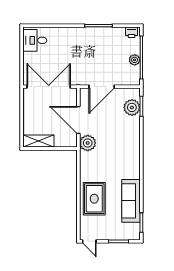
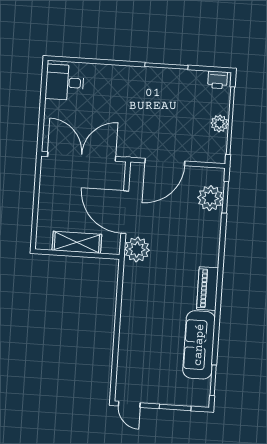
shelving: (38, 141) -> (77, 242), moved
piano: (134, 165) -> (208, 289), added
rug: (94, 199) -> (142, 338), removed

